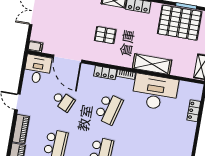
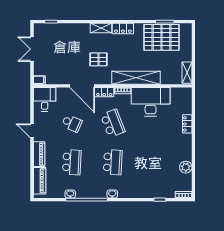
door: (68, 59) -> (82, 86), moved
shelving: (152, 64) -> (136, 78), width x1.47
school desk: (109, 109) -> (113, 123), turned -36
locker: (194, 111) -> (187, 124), moved

